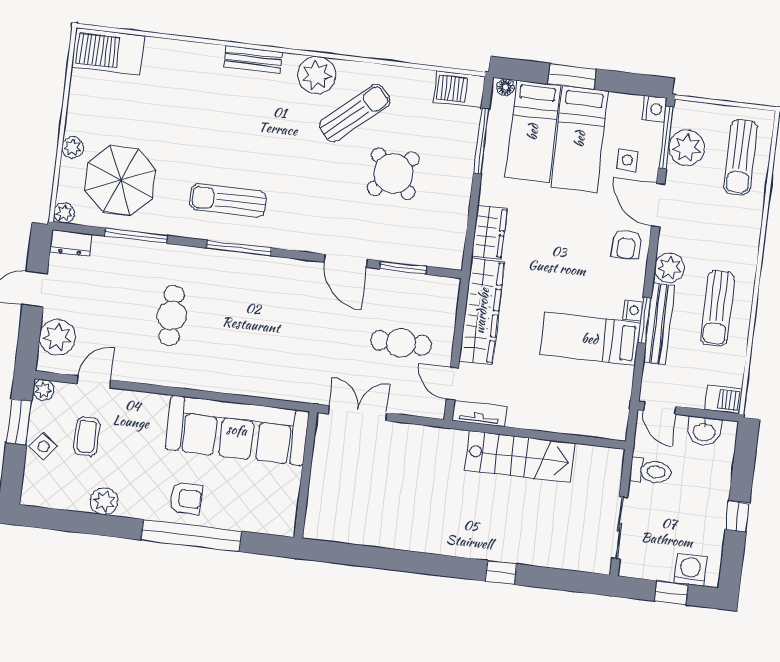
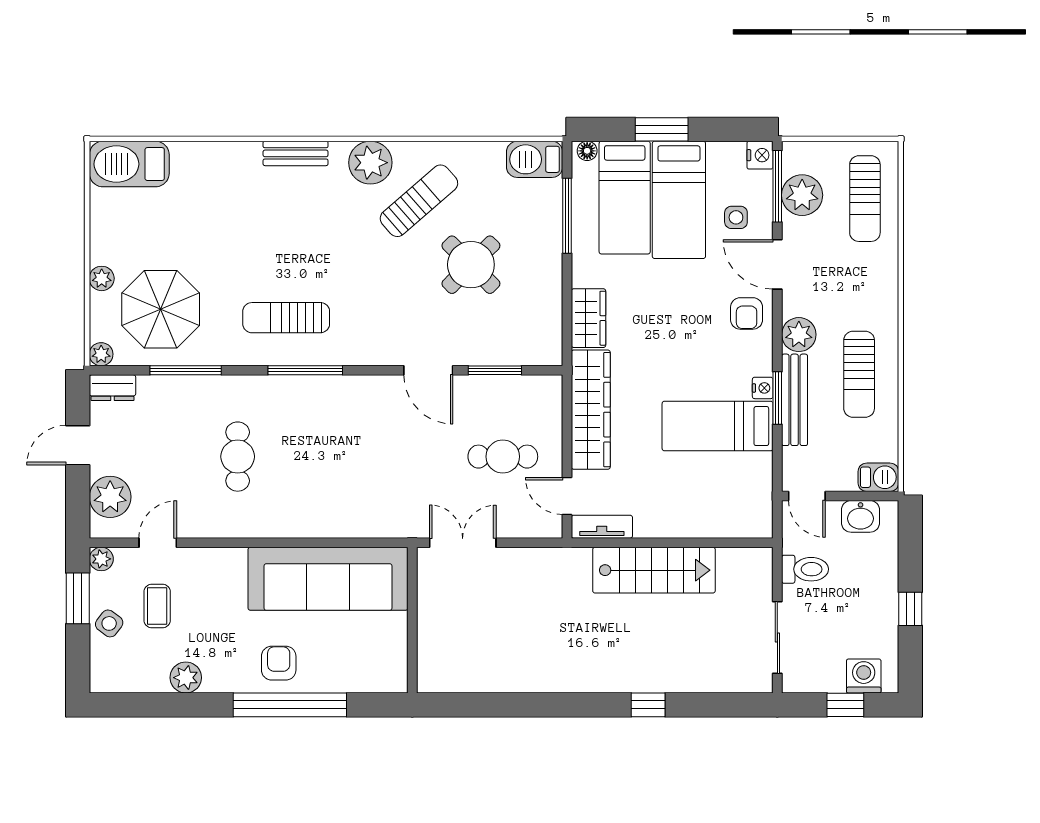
armchair: (186, 498) -> (279, 663), turned -90

